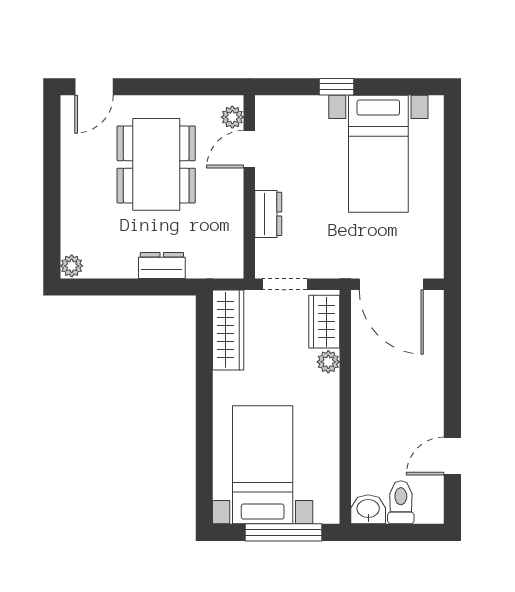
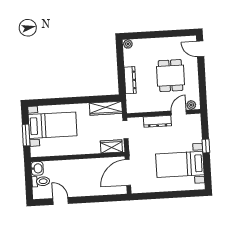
door: (249, 149) -> (179, 113), hinge flipped
dining table: (156, 164) -> (171, 76), width x0.73
dresser: (268, 214) -> (157, 121), width x1.44
dresser: (162, 265) -> (130, 80), width x1.44
plant: (328, 362) -> (95, 149), removed
window: (284, 532) -> (26, 135), width x0.69

